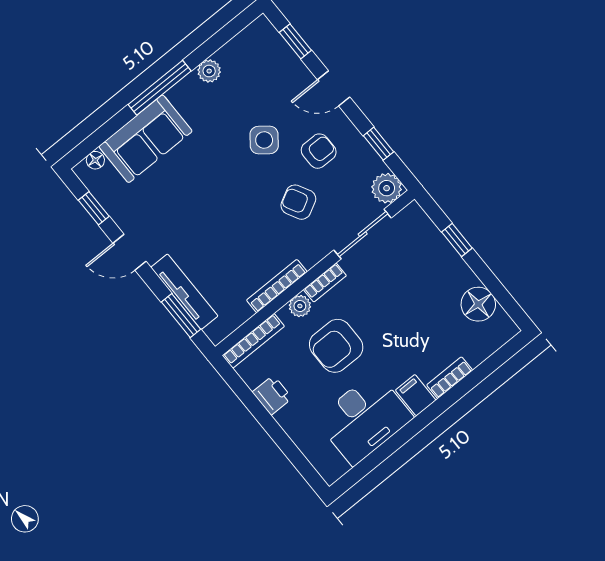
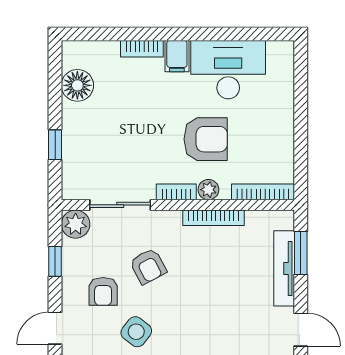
door: (334, 88) -> (55, 328), swing flipped
armchair: (319, 151) -> (103, 291), turned -90
printer: (272, 395) -> (281, 141), removed

